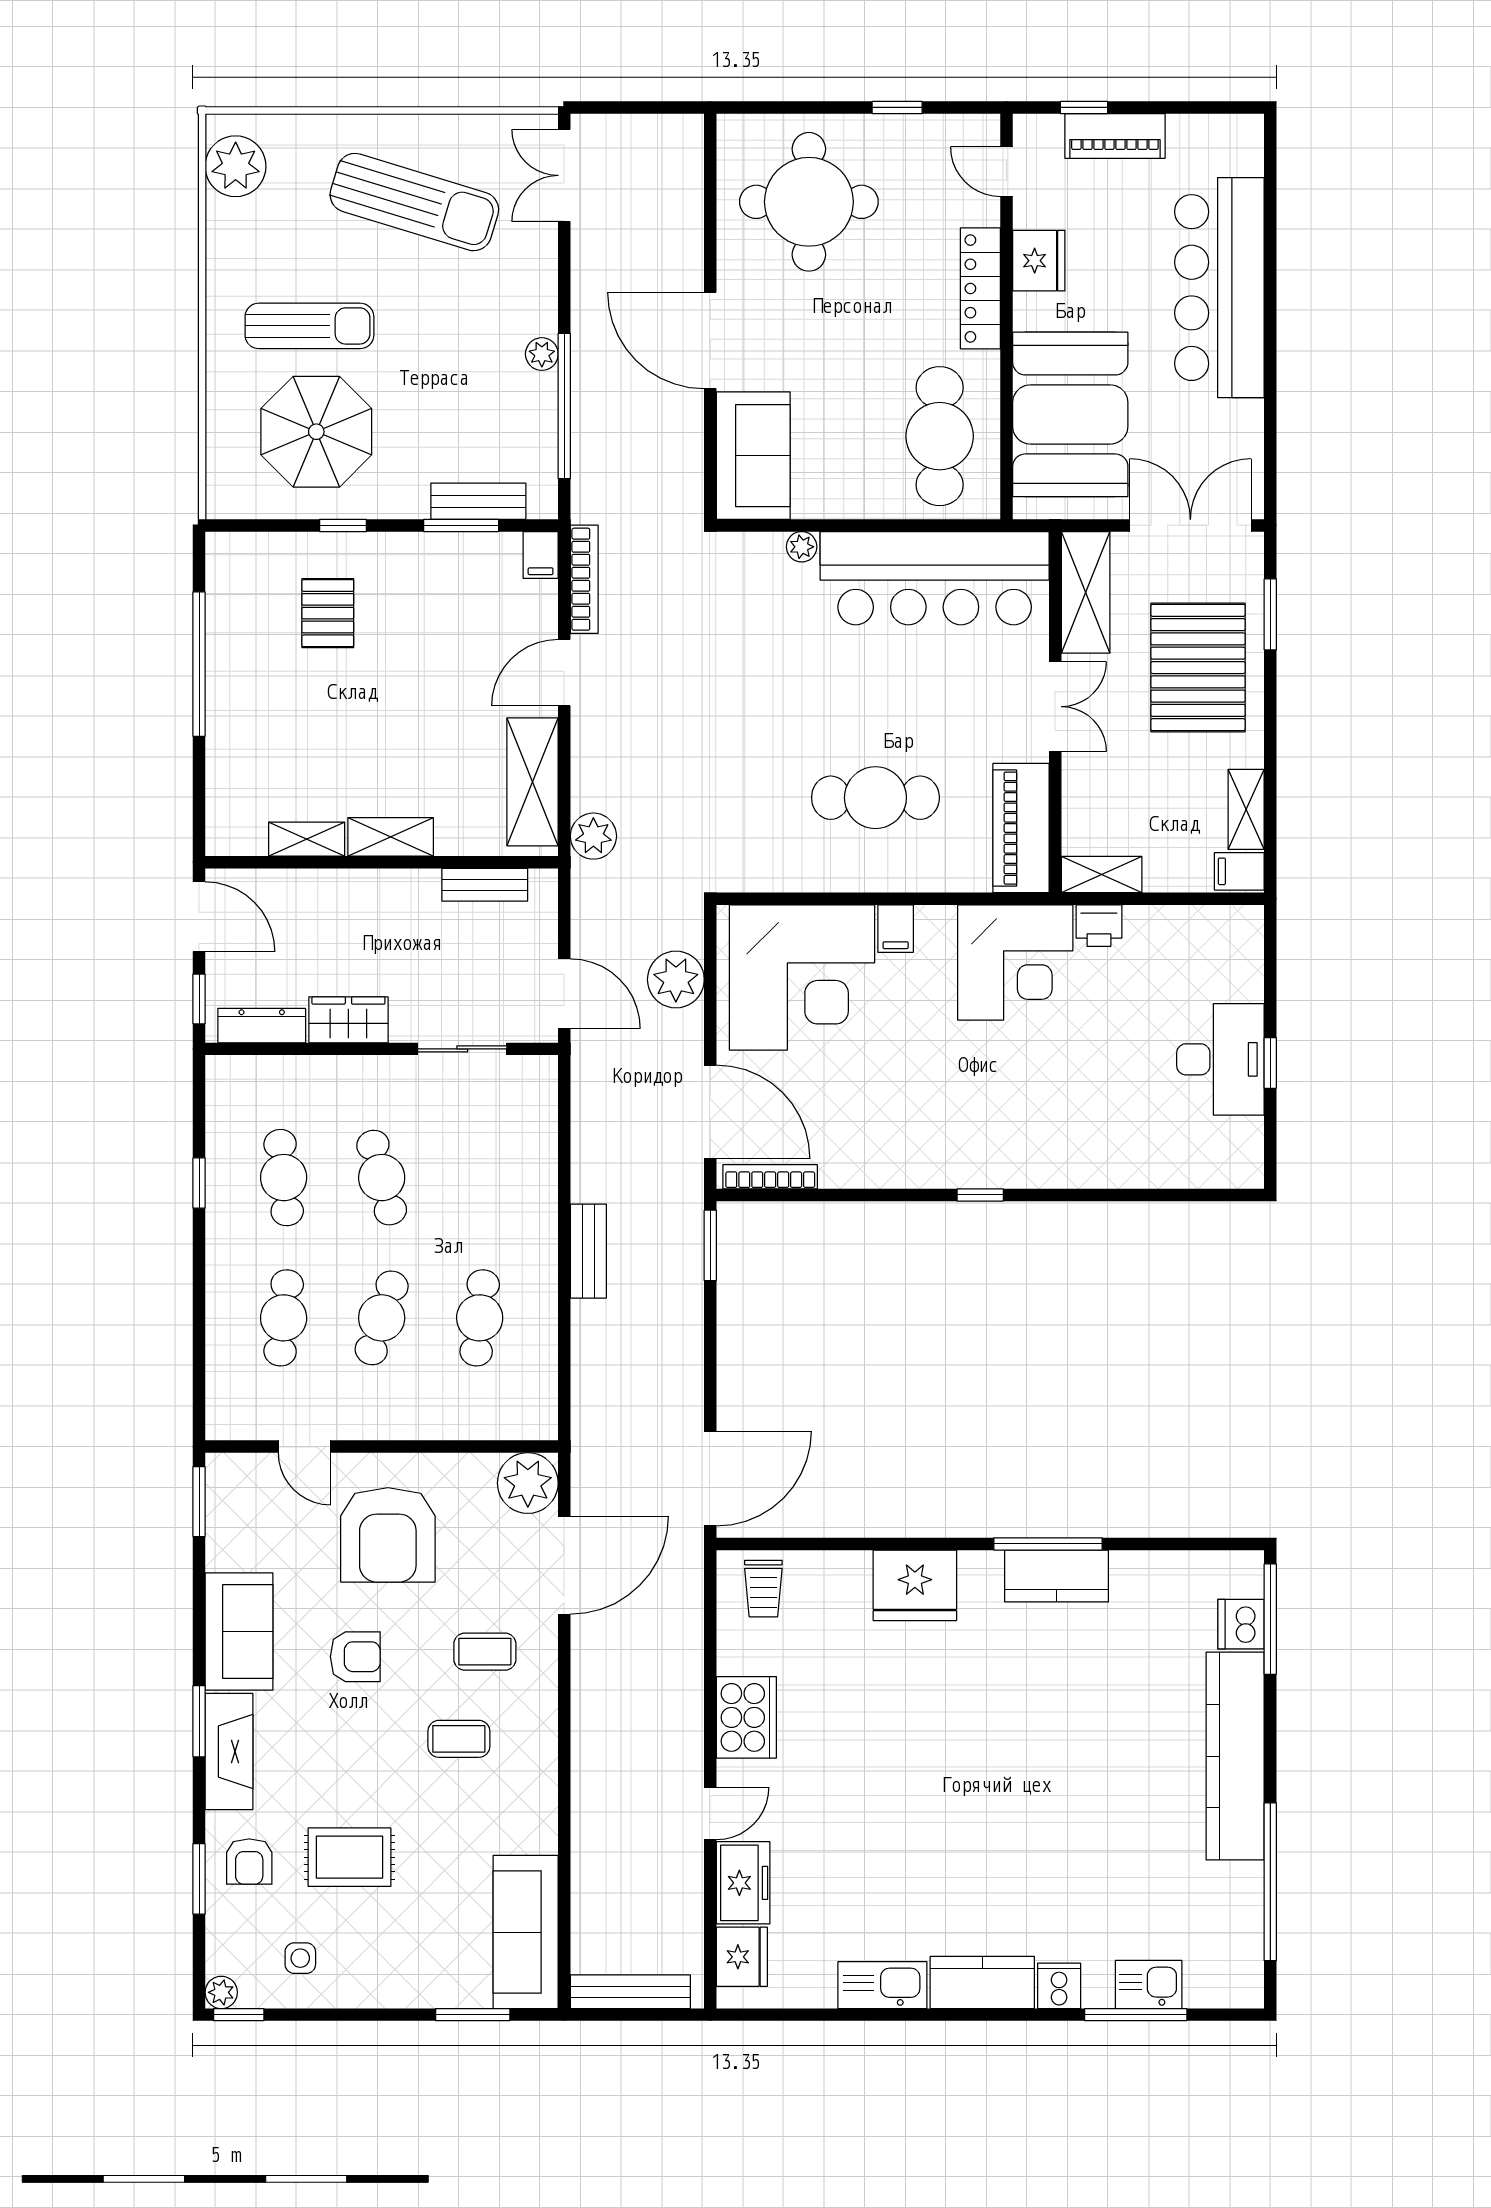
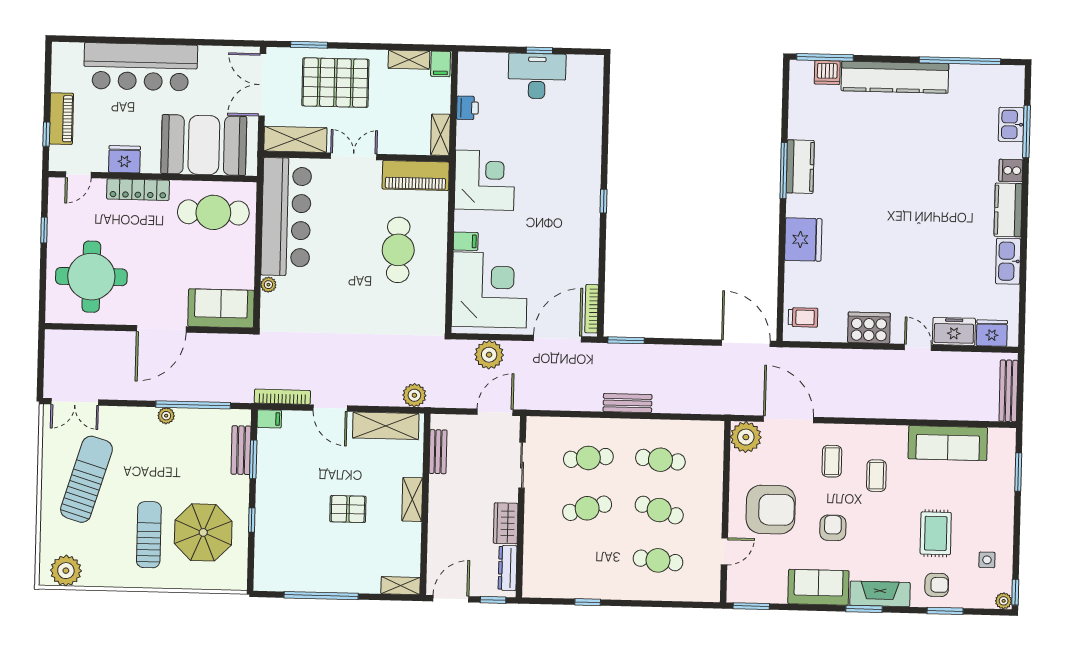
pallet: (328, 613) -> (348, 509), moved
shelving: (307, 839) -> (401, 586), moved, turned 90
printer: (1099, 926) -> (467, 108), moved
cafe table: (284, 1178) -> (588, 458), moved
sofa: (526, 1932) -> (948, 443), moved

